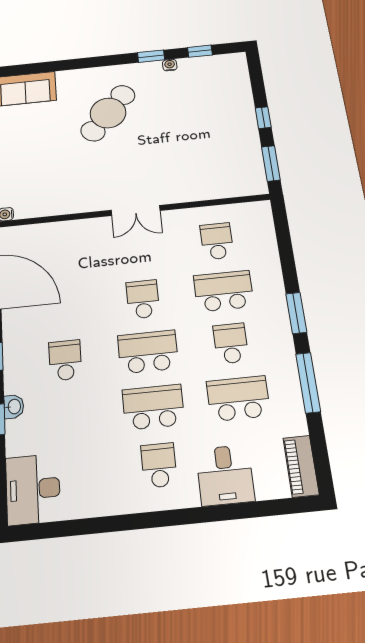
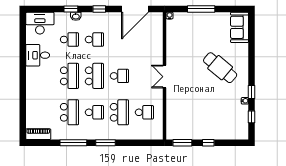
school desk: (159, 465) -> (69, 40), moved
desk: (225, 475) -> (38, 55), moved

